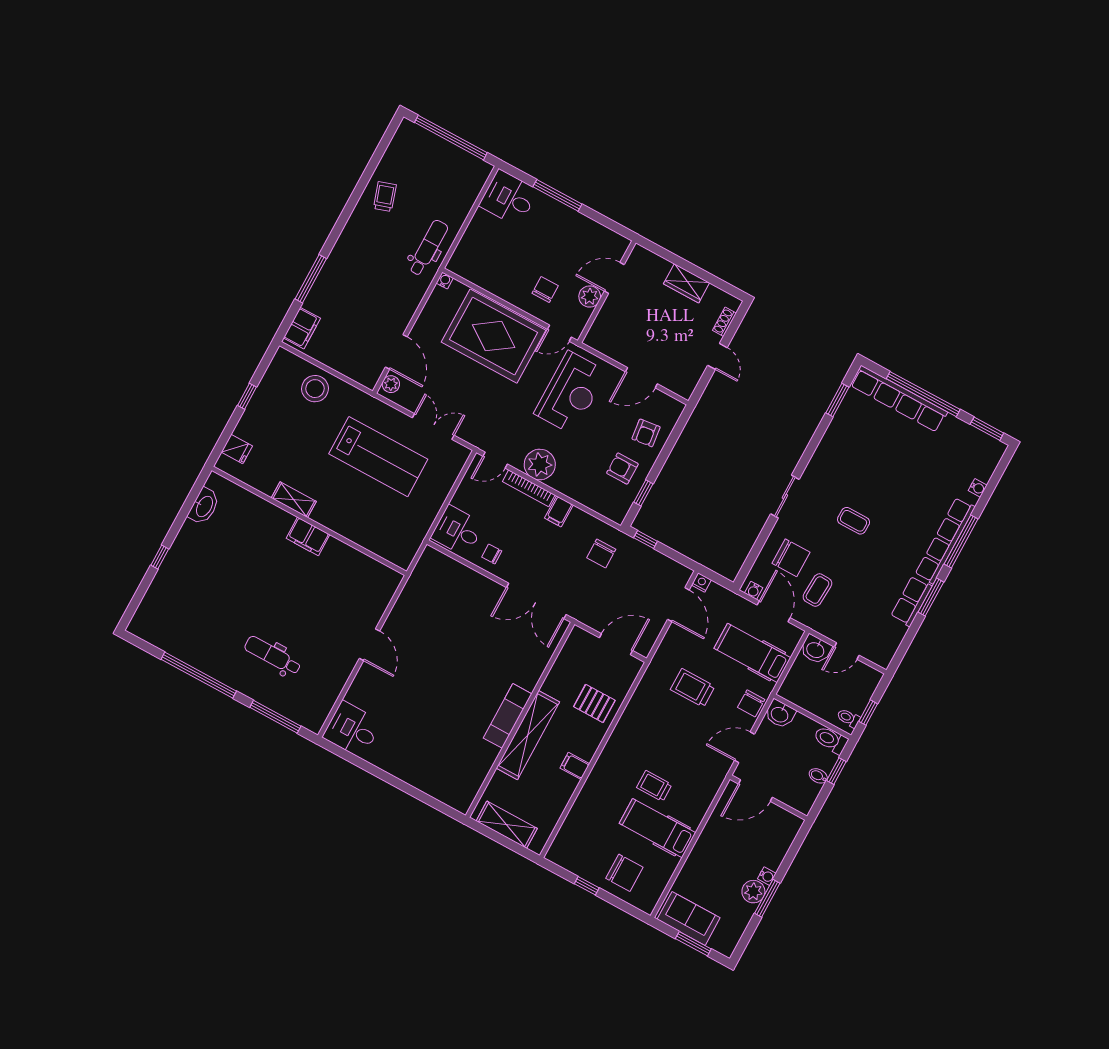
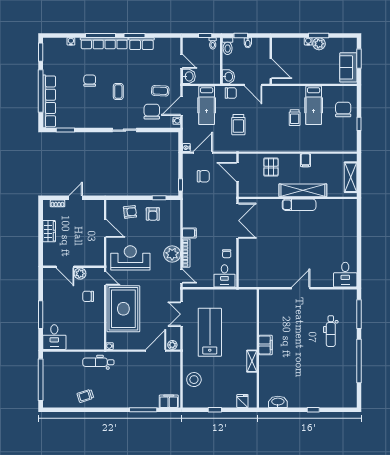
chair: (897, 484) -> (90, 81), added
chair: (601, 554) -> (203, 176), moved

